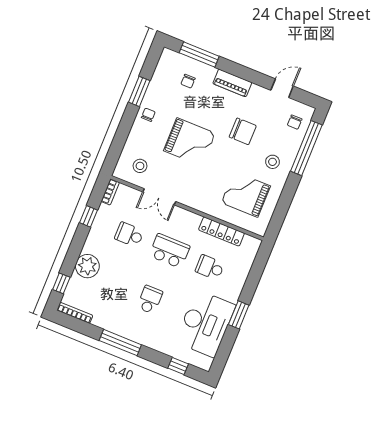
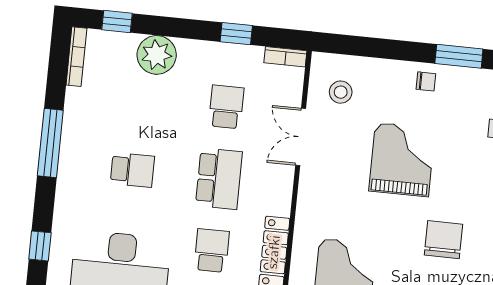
chair: (243, 131) -> (443, 240), turned 180
grand piano: (189, 142) -> (402, 160), turned 180

